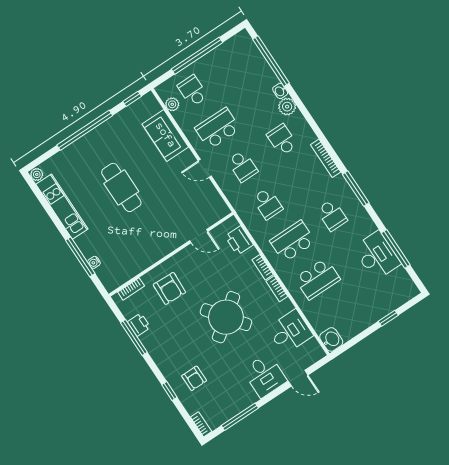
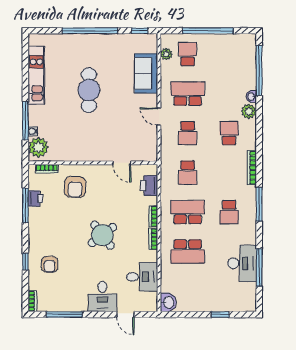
plant: (37, 174) -> (38, 147), moved, width x1.88, depth x1.88
round table: (226, 317) -> (102, 235), width x0.73, depth x0.73

